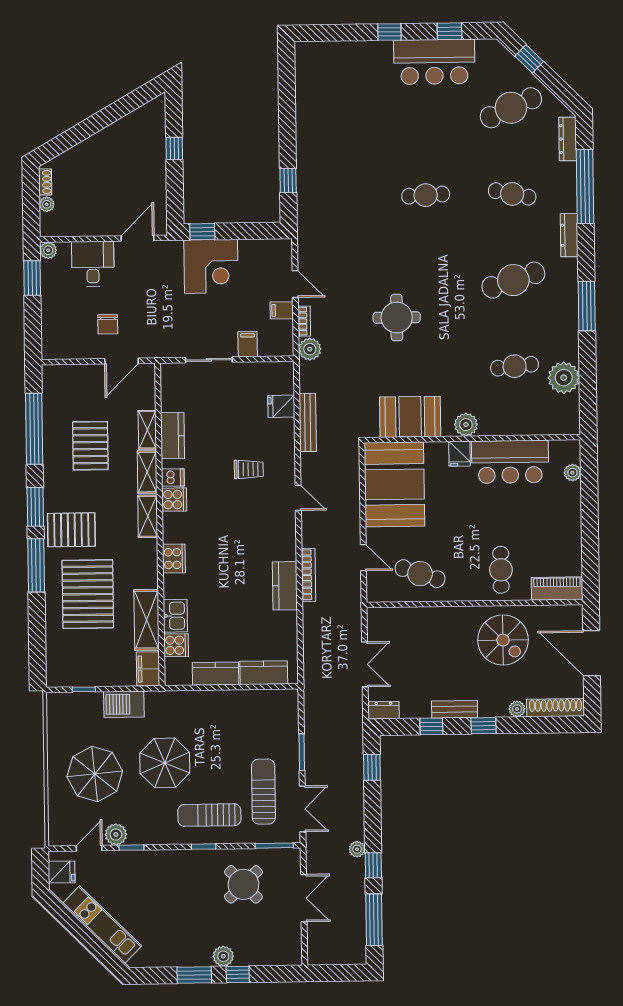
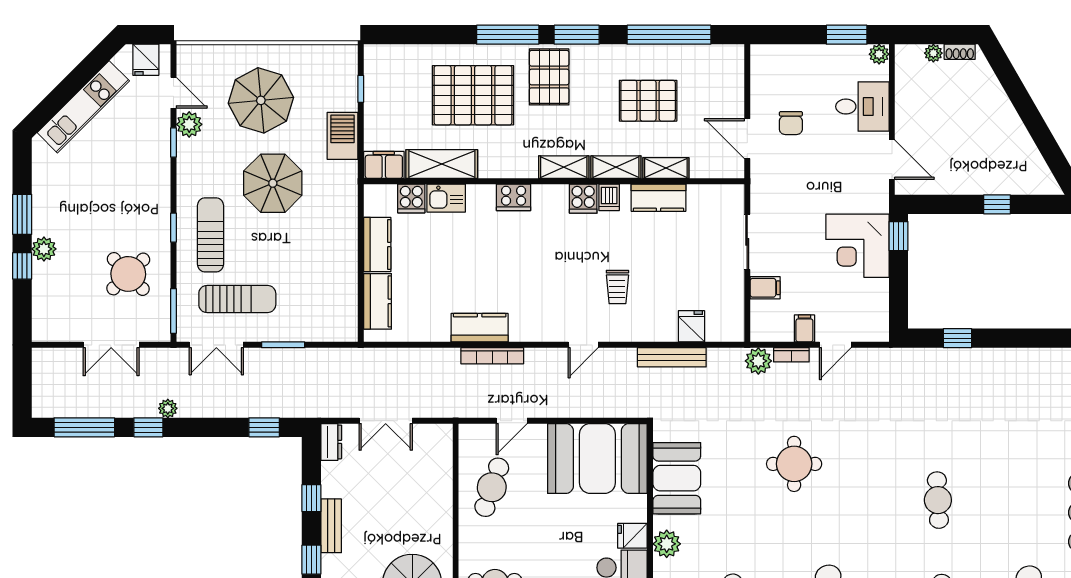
chair: (108, 324) -> (791, 123), turned -90

